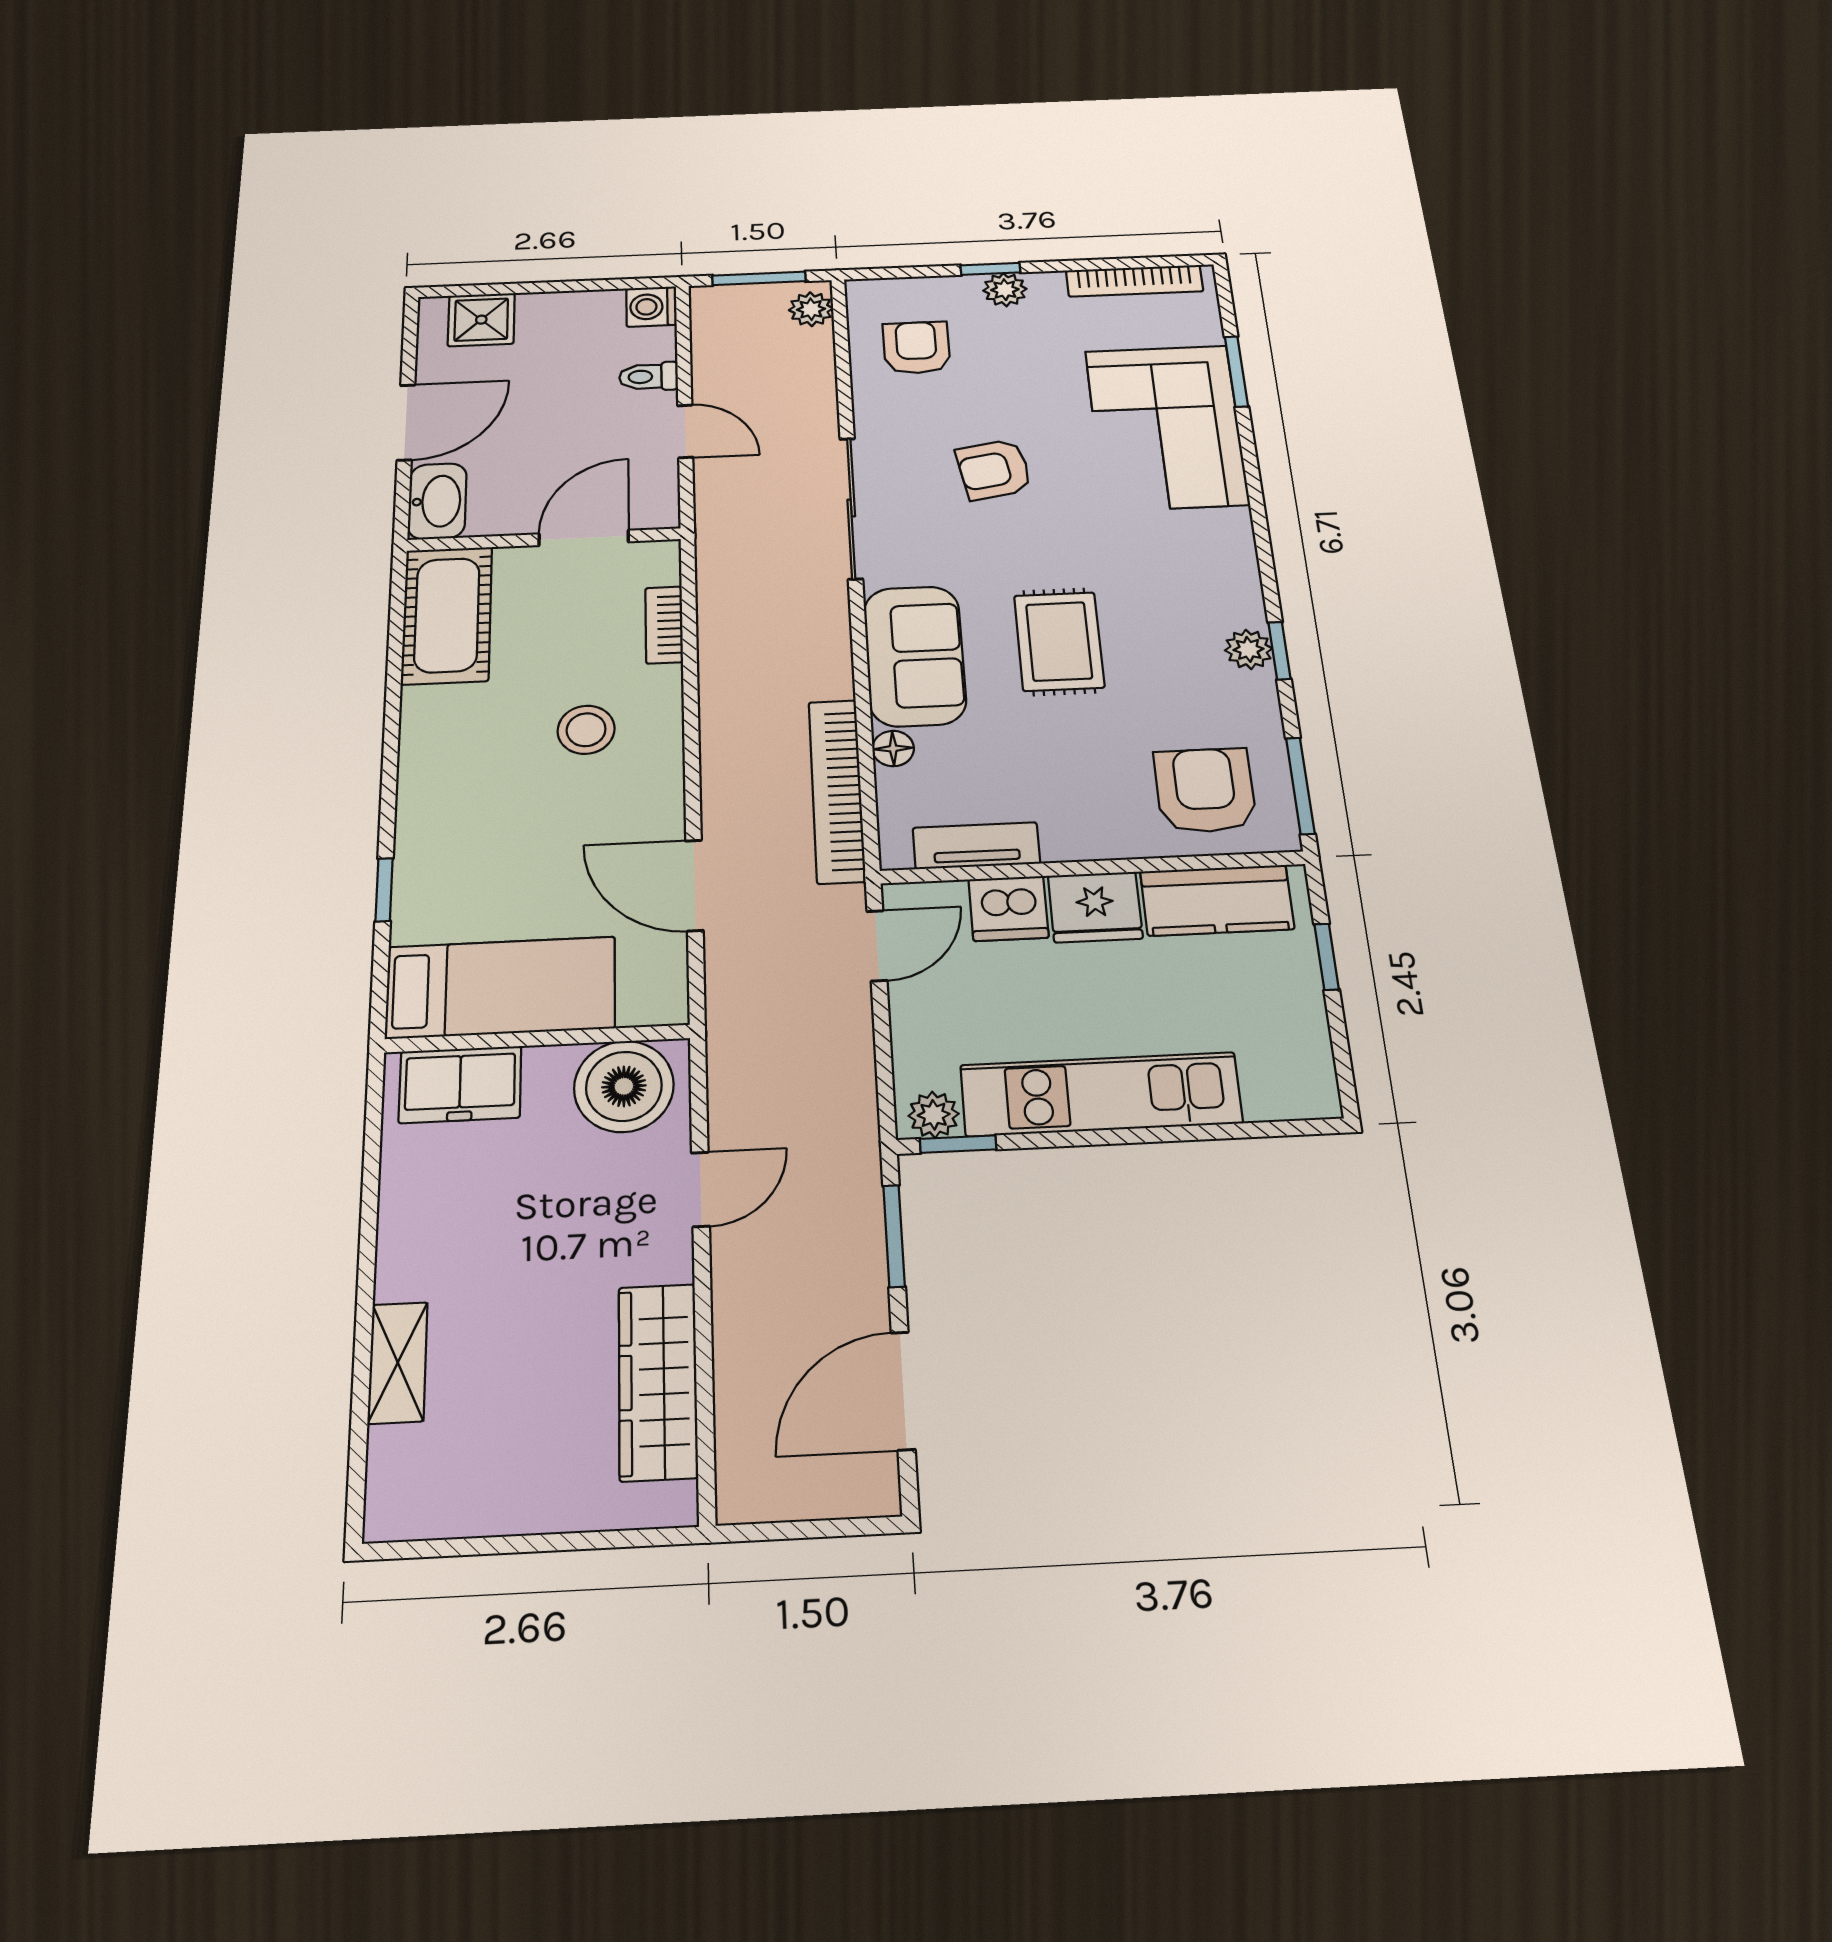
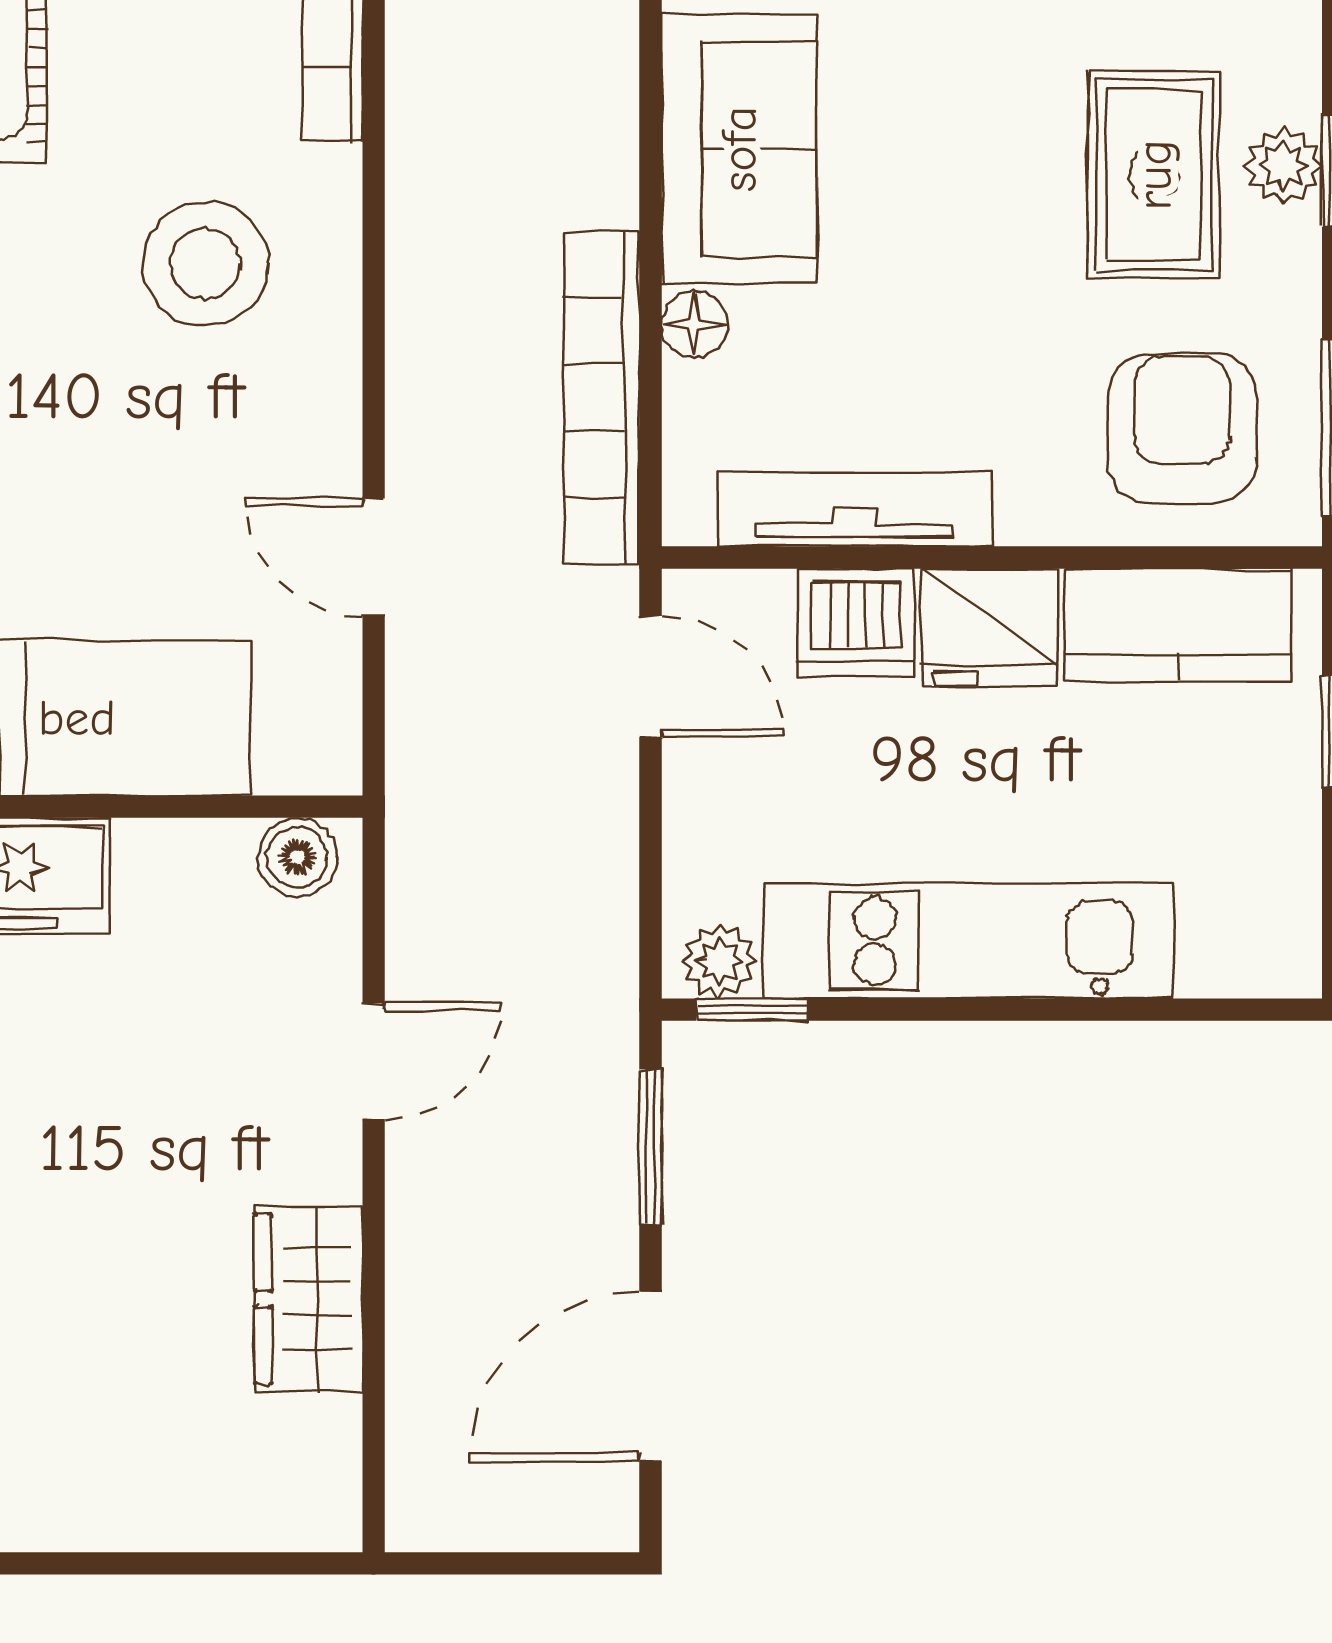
rug: (1059, 641) -> (1154, 175), moved
stool: (586, 730) -> (205, 263), width x1.38, depth x1.38
tv unit: (976, 846) -> (854, 509), width x1.41
door: (694, 885) -> (374, 557), width x0.73
door: (877, 946) -> (650, 677), hinge flipped
boiler: (624, 1086) -> (297, 857), width x0.54, depth x0.54
wardrobe: (658, 1381) -> (308, 1299), width x0.67

